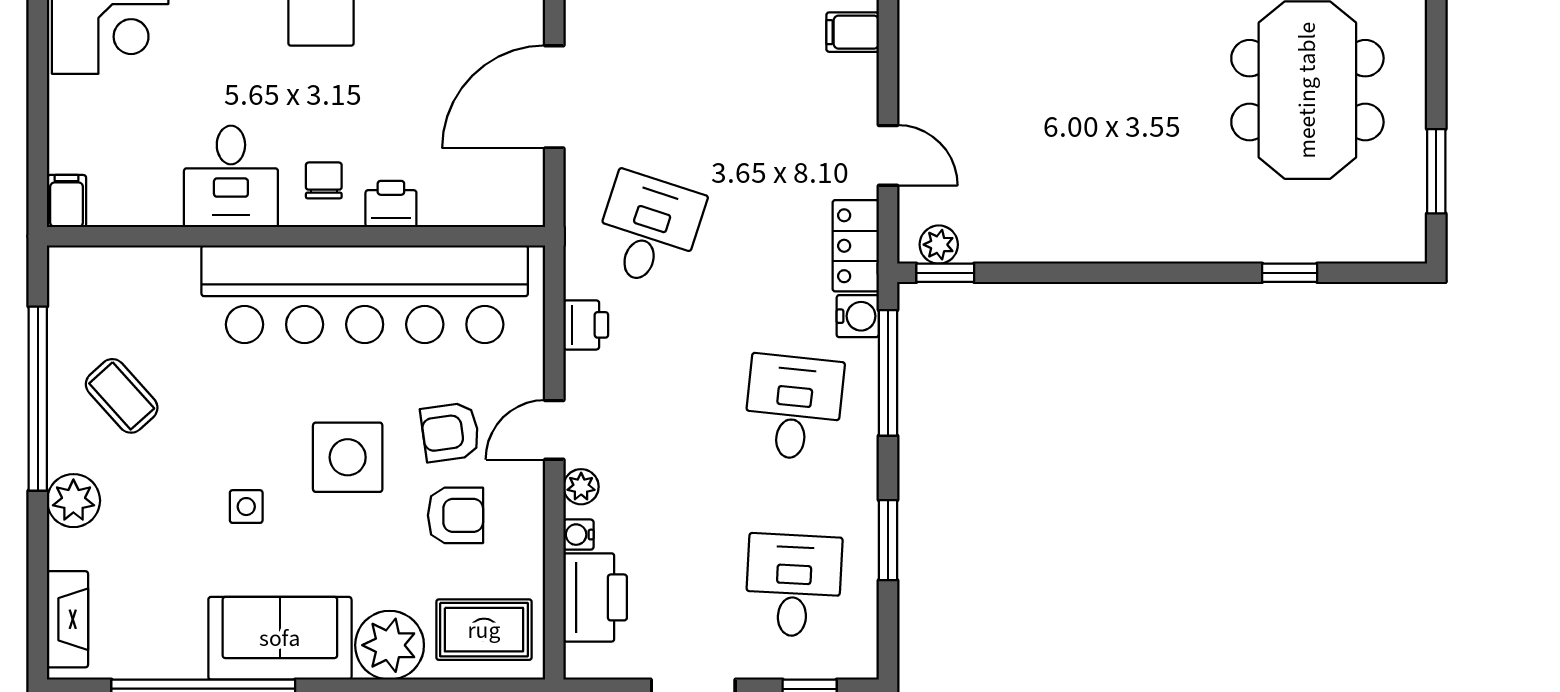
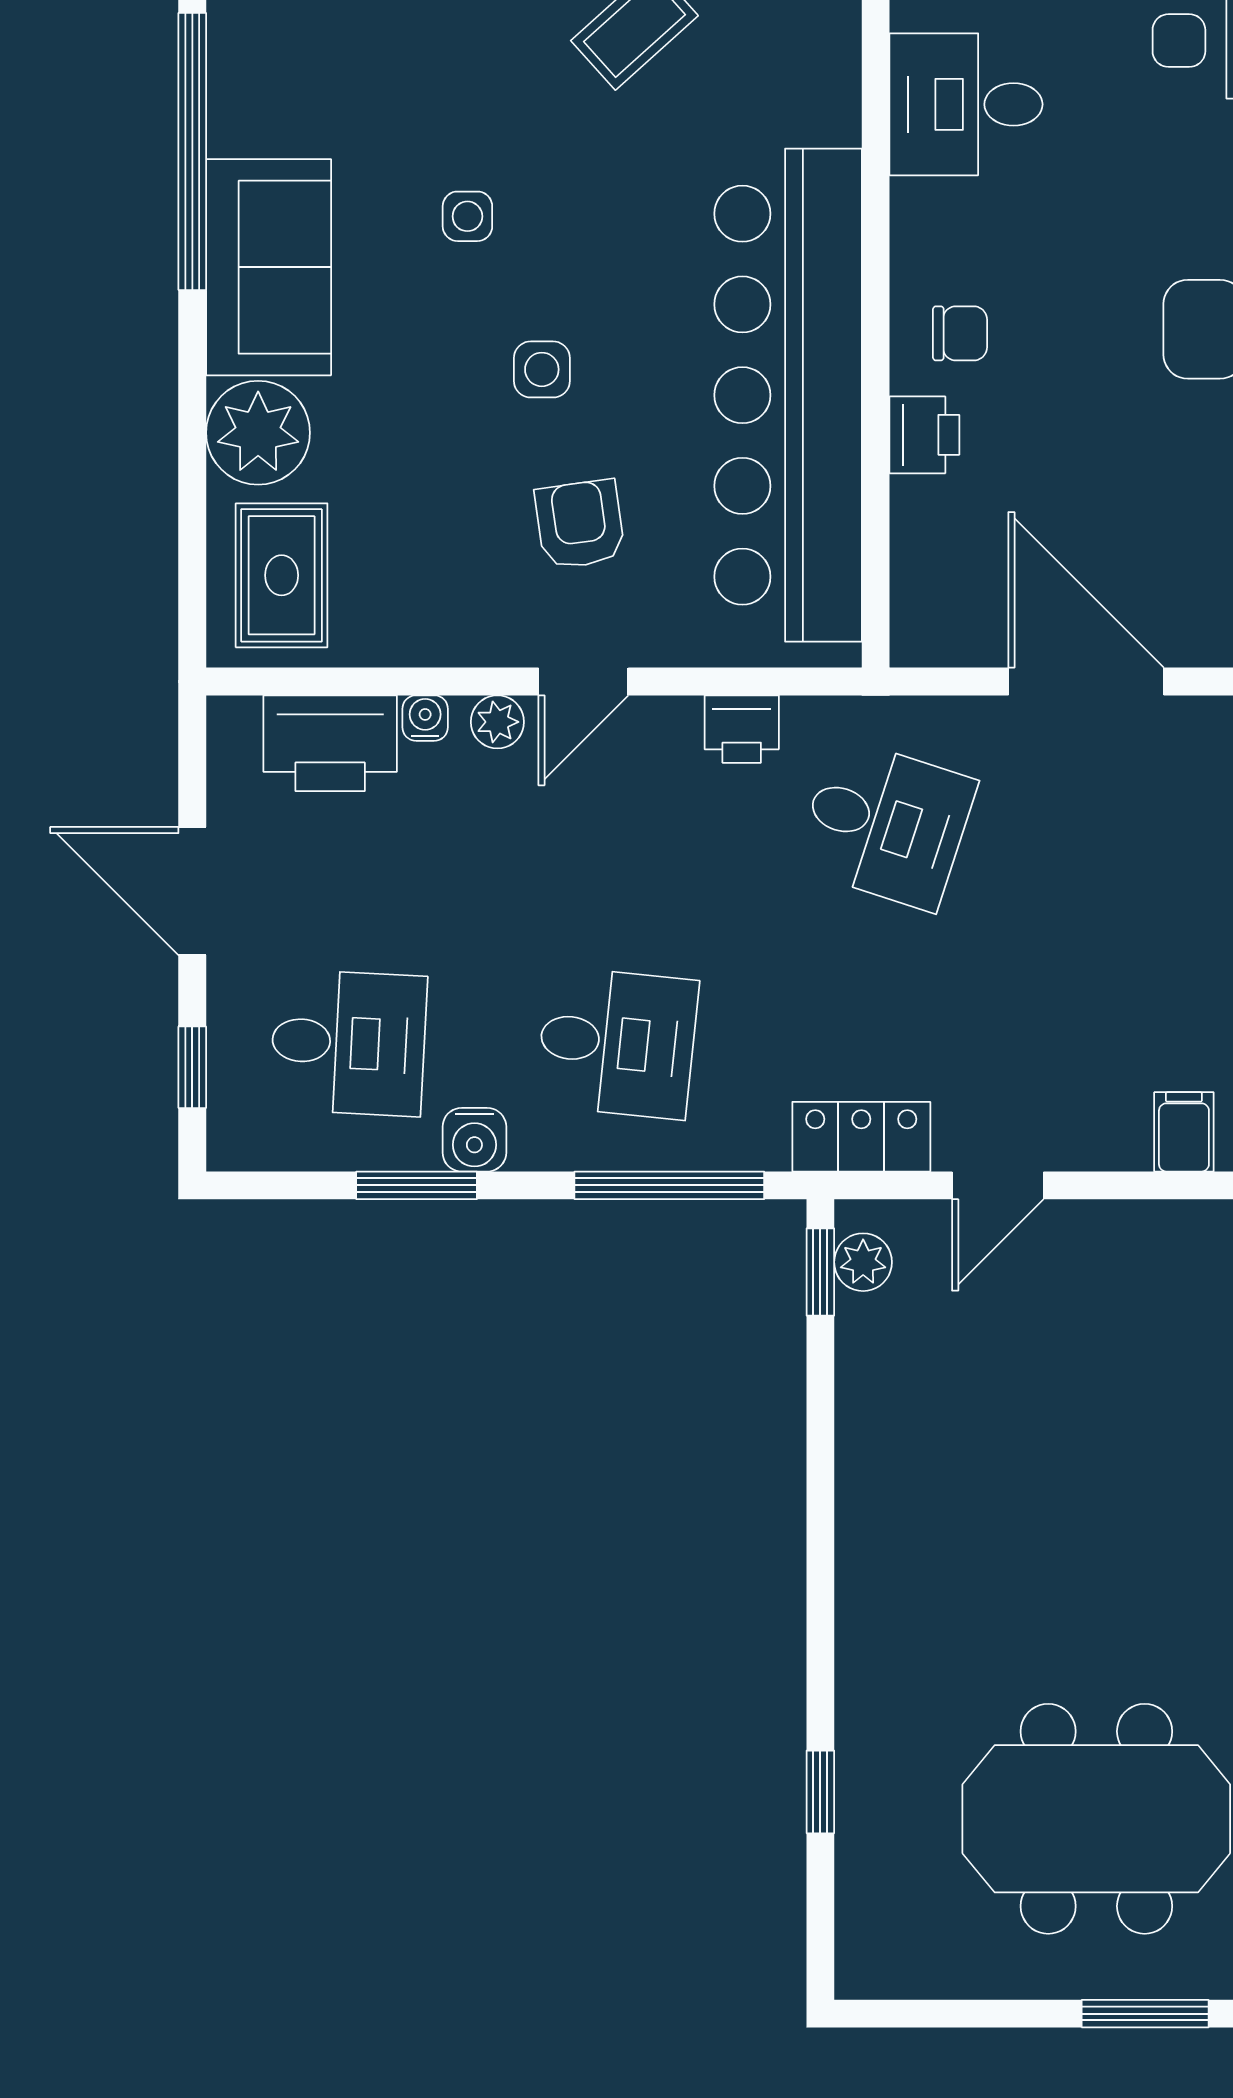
window: (1436, 171) -> (1145, 2014), moved
desk: (231, 176) -> (966, 104), moved
water cooler: (858, 316) -> (474, 1140), moved
door: (554, 430) -> (583, 681), swing flipped
side table: (348, 457) -> (542, 369), width x0.54, depth x0.54
armchair: (455, 515) -> (454, 532), removed

